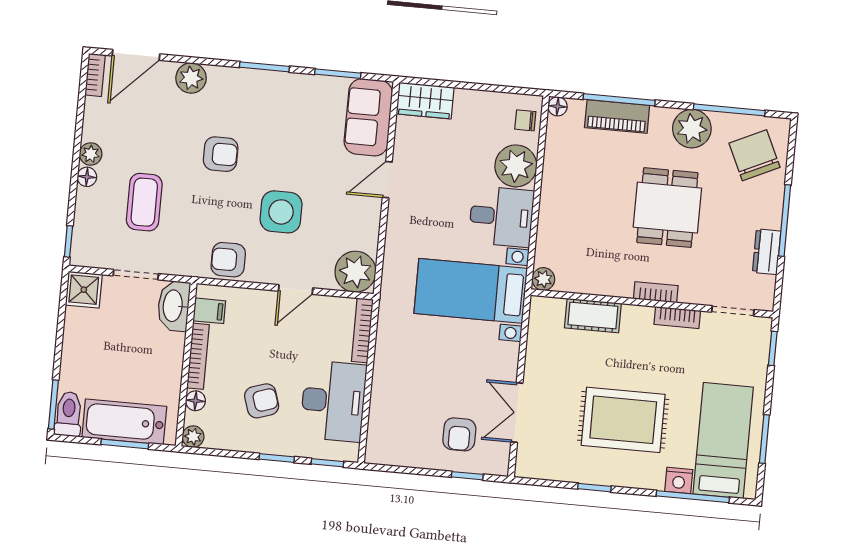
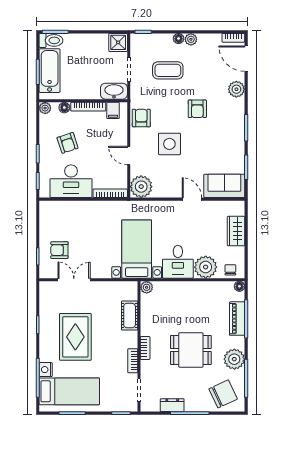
wardrobe: (425, 101) -> (236, 231), moved

